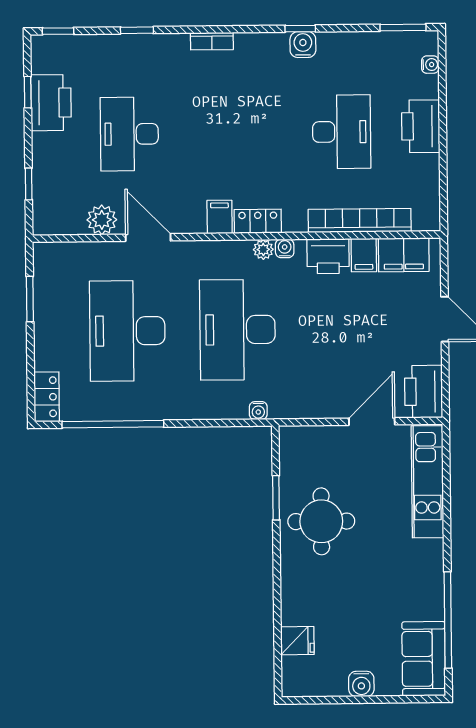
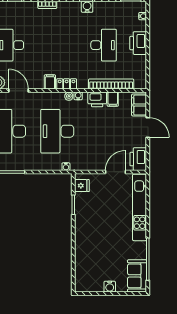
filing cabinet: (404, 255) -> (139, 105), moved, turned 90
kitchen unit: (428, 482) -> (140, 207), width x1.36
round table: (321, 521) -> (93, 215), removed
fridge: (297, 641) -> (82, 186), moved

